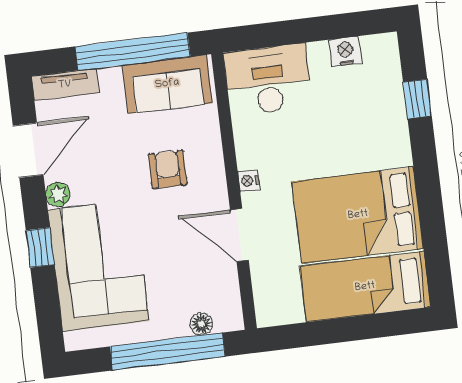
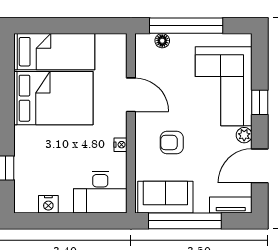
armchair: (168, 169) -> (172, 143), turned 90
nightstand: (249, 181) -> (121, 145), moved

